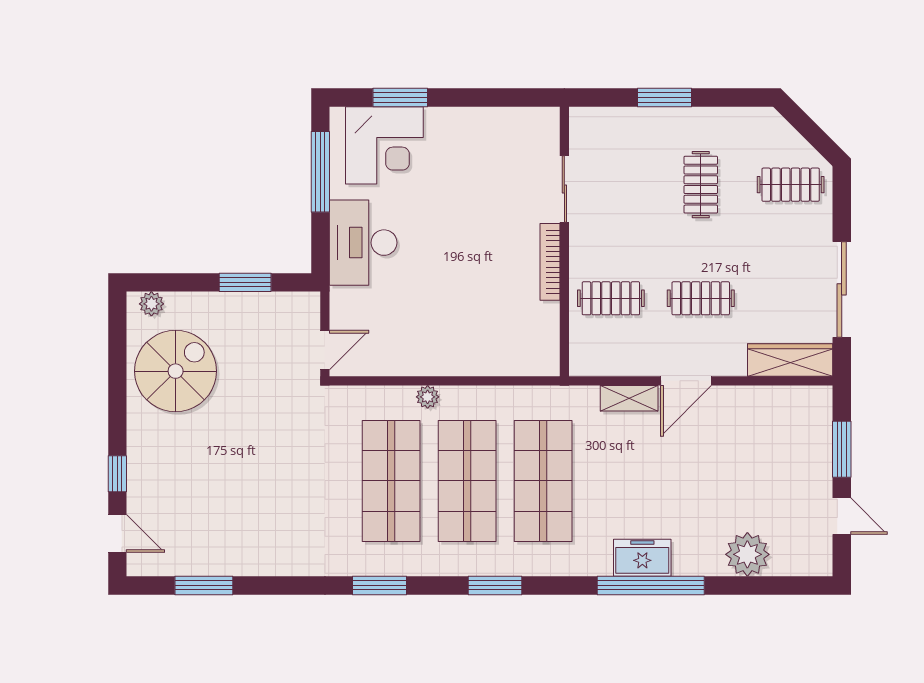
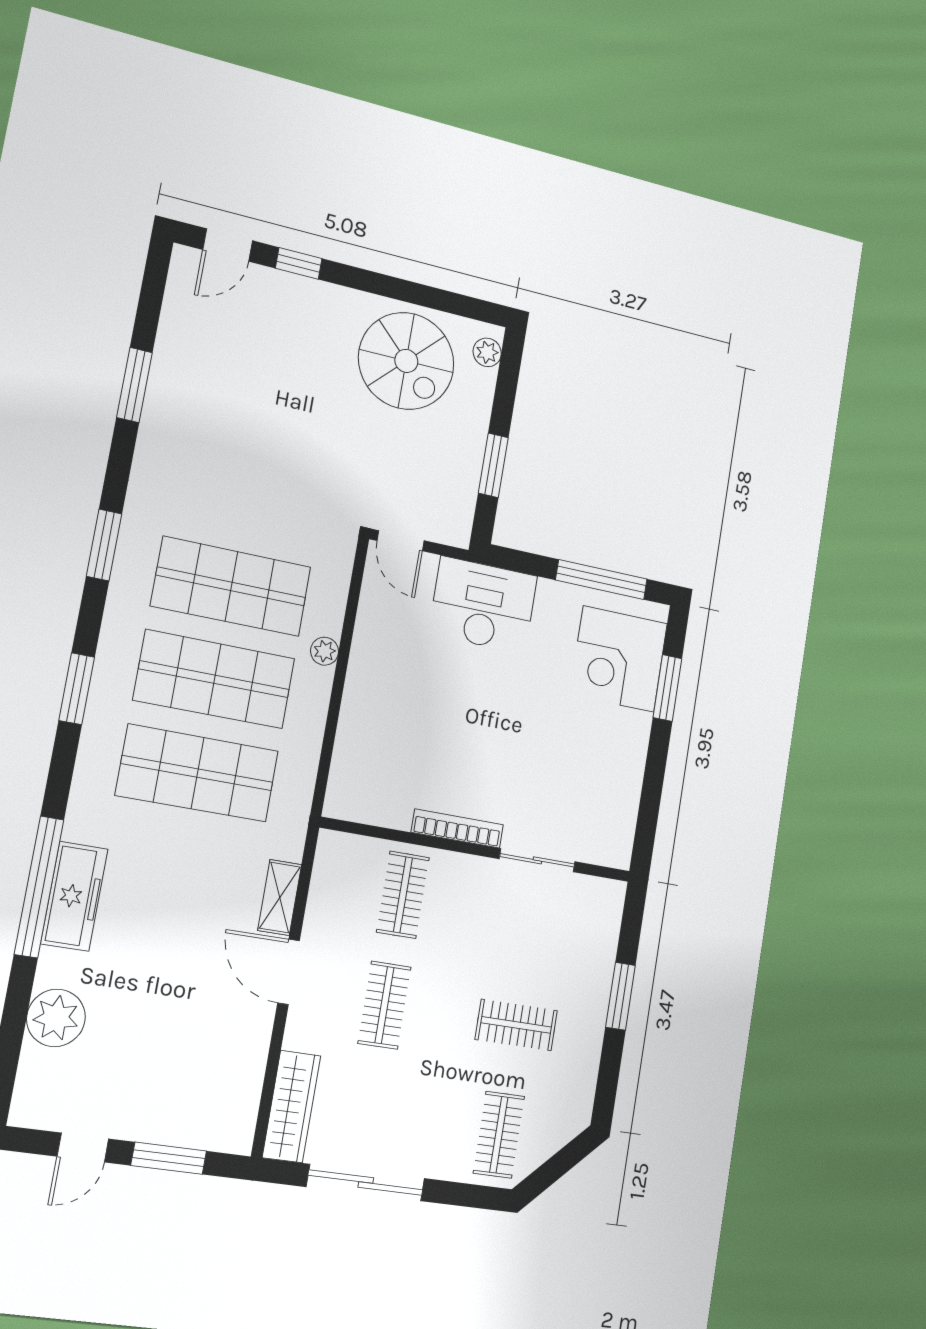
desk: (363, 243) -> (483, 605), moved
freezer: (642, 558) -> (74, 896), width x1.40
window: (204, 585) -> (135, 385), moved

